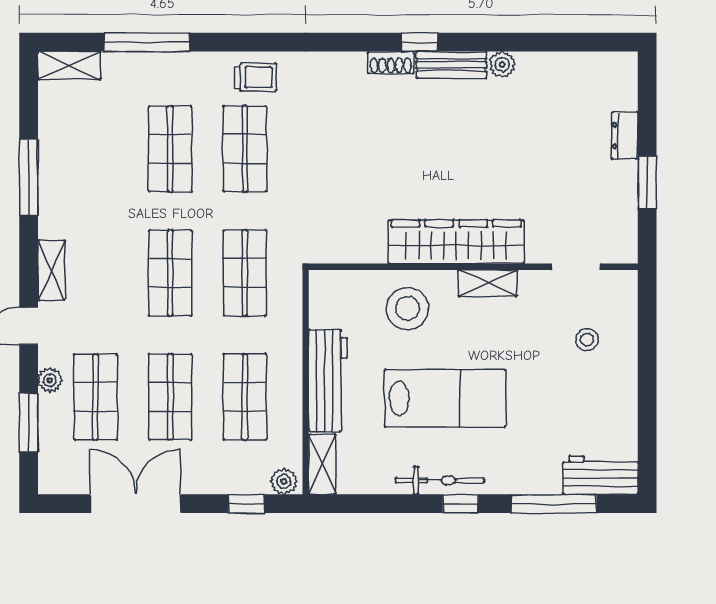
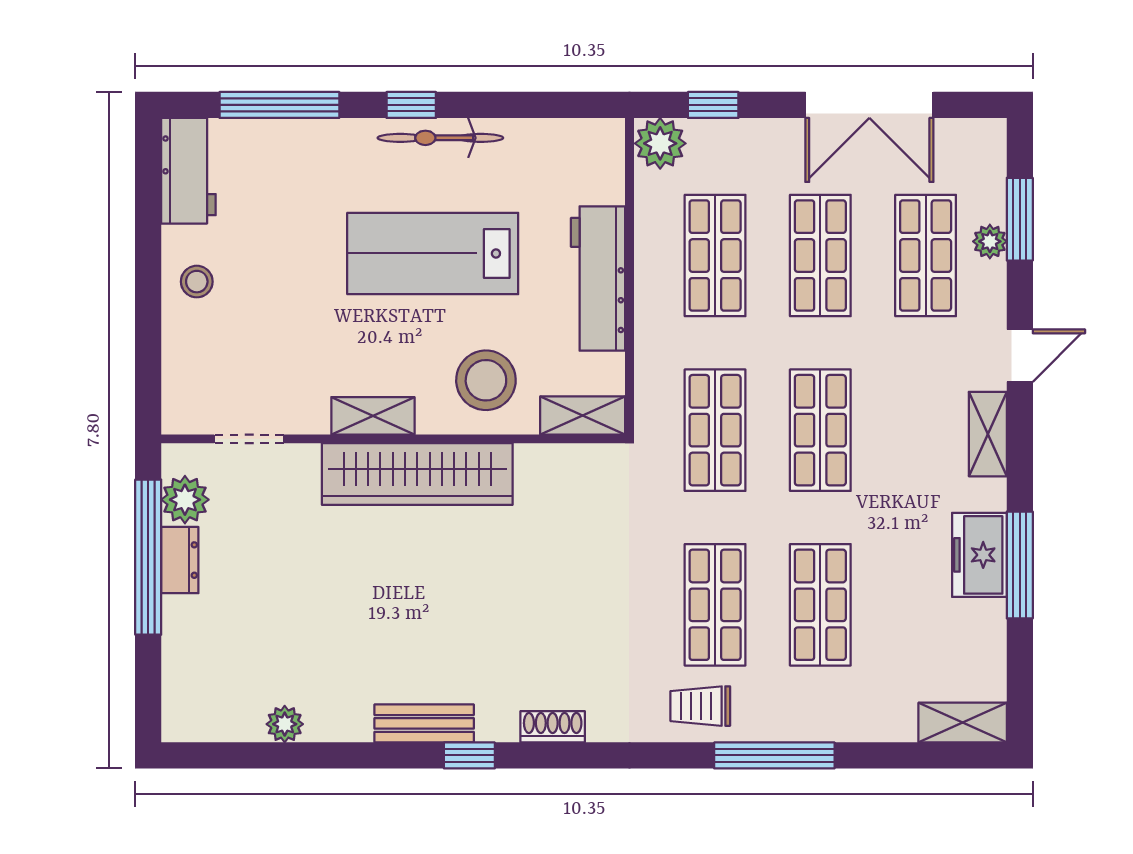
window: (147, 42) -> (774, 755), moved
shoe rack: (391, 63) -> (553, 727), moved
plant: (502, 64) -> (285, 724), moved
dresser: (625, 136) -> (180, 560), moved
window: (647, 183) -> (148, 557), width x2.11
freezer: (57, 184) -> (979, 555), added
plant: (621, 224) -> (185, 500), added
stool: (587, 340) -> (197, 282), moved
plant: (50, 380) -> (990, 241), moved
shelving: (322, 464) -> (583, 415), moved, turned 90
workbench: (600, 475) -> (188, 171), moved, turned -90
plant: (284, 481) -> (660, 143), width x1.38, depth x1.38

